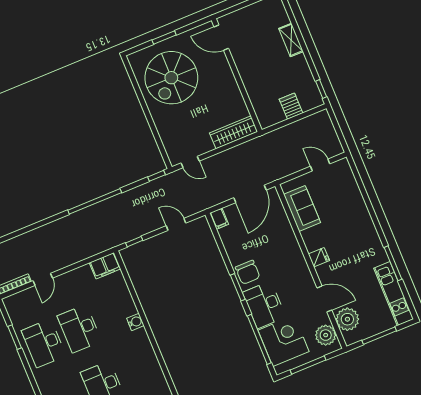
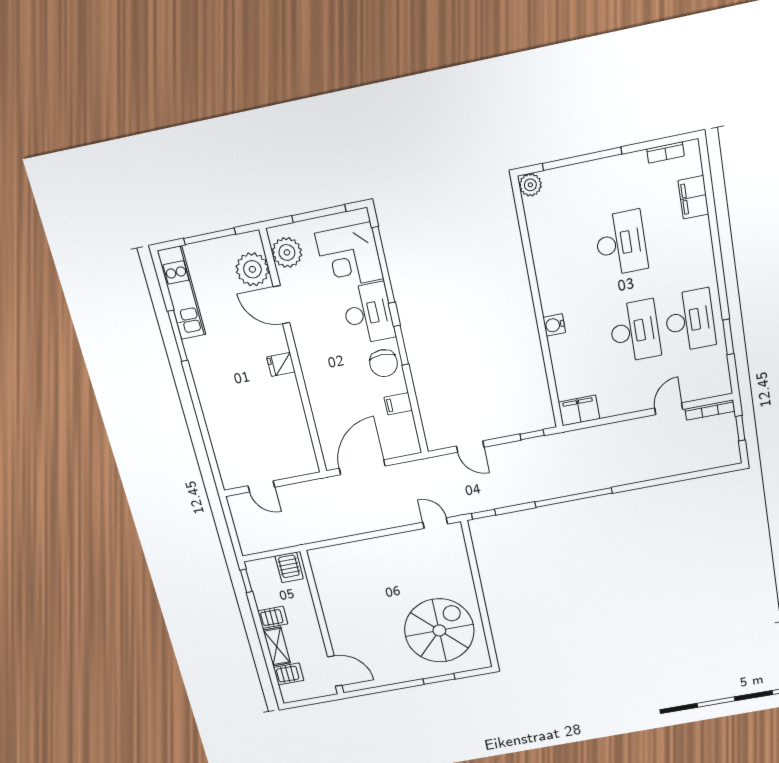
server rack: (279, 19) -> (289, 674), added
door: (221, 38) -> (335, 671), moved
server rack: (297, 63) -> (273, 617), added
wall: (237, 75) -> (322, 624), moved
wardrobe: (234, 132) -> (371, 549), removed
sofa: (302, 208) -> (294, 435), removed
filing cabinet: (219, 219) -> (398, 404), moved, turned -90
chair: (248, 272) -> (384, 363), turned 180

